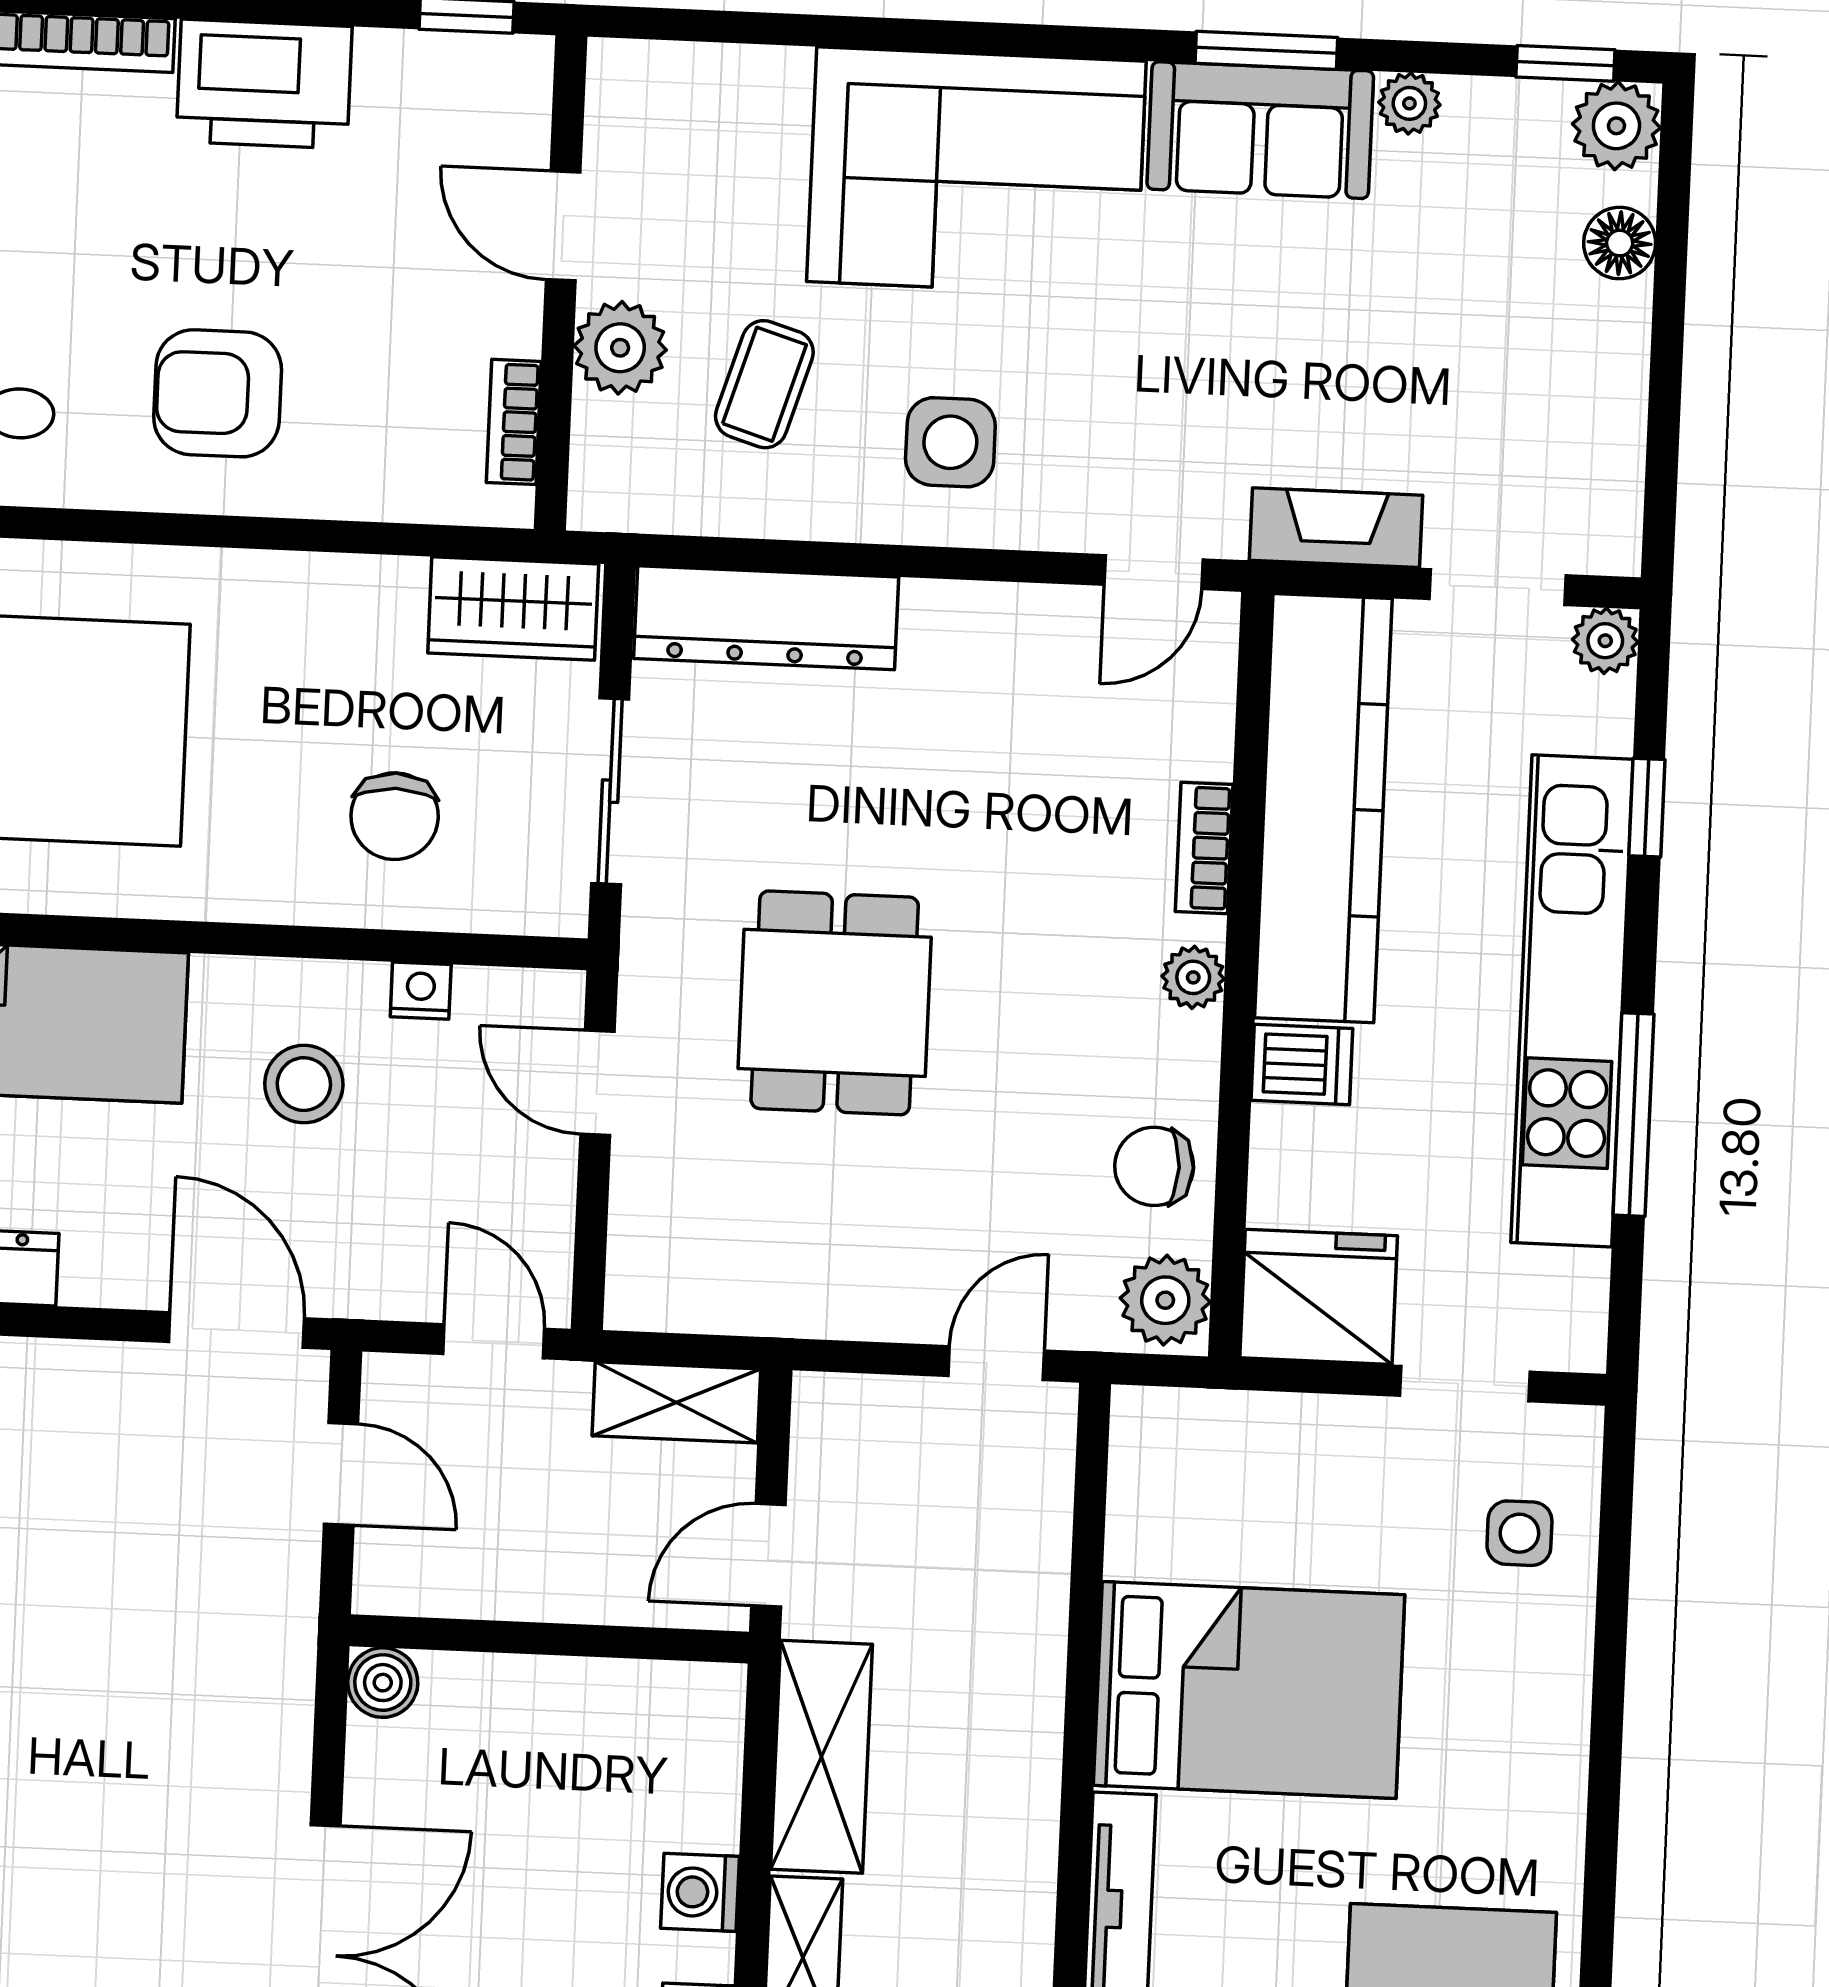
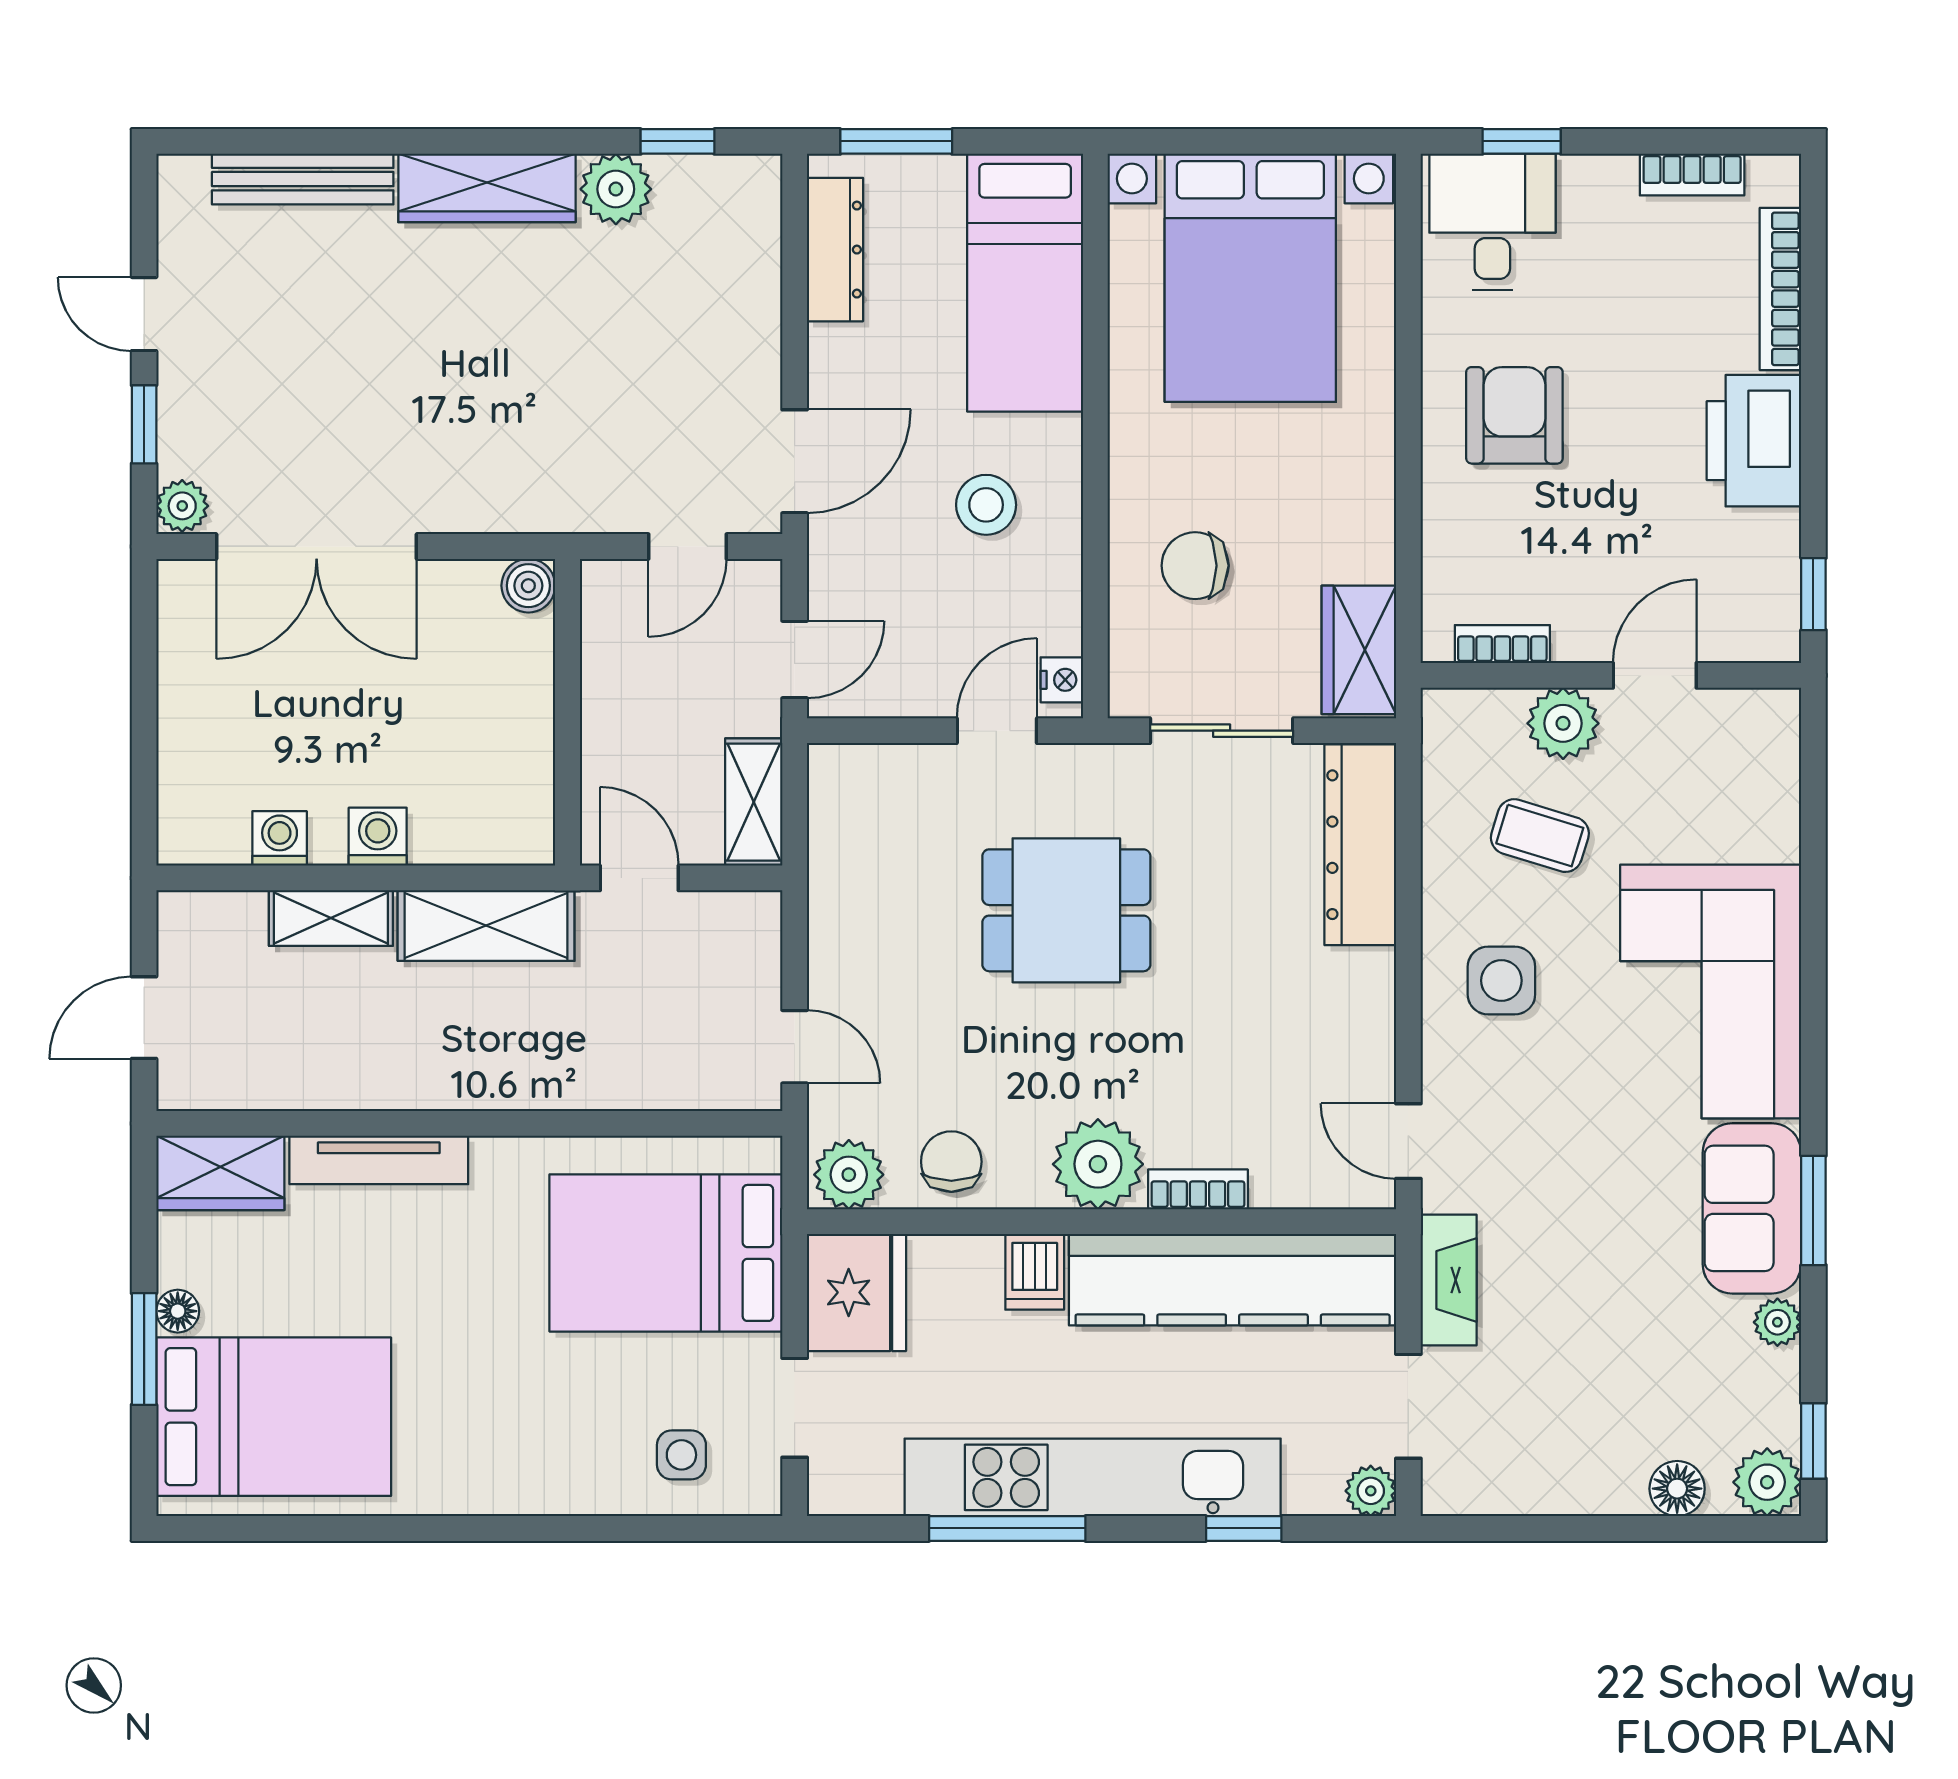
plant: (1193, 977) -> (1098, 1164), width x1.88, depth x1.88
nightstand: (421, 991) -> (1062, 680), moved
bed: (1249, 1690) -> (666, 1253), moved, turned 90

